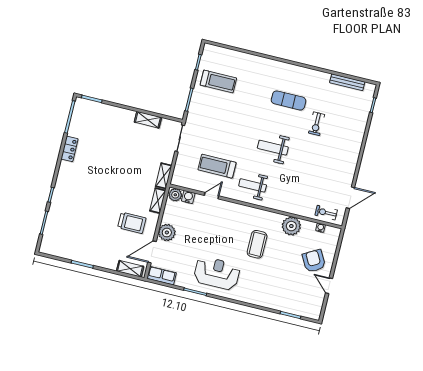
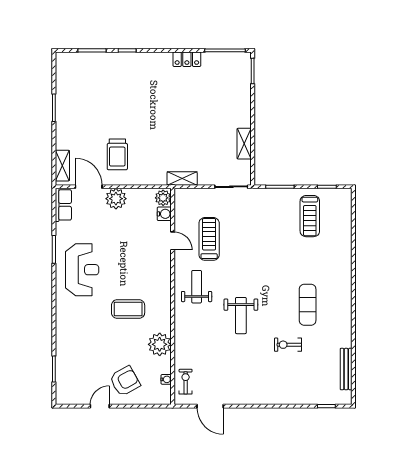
weight bench: (273, 148) -> (241, 316), moved, turned 180
shelving: (158, 201) -> (151, 179), removed

